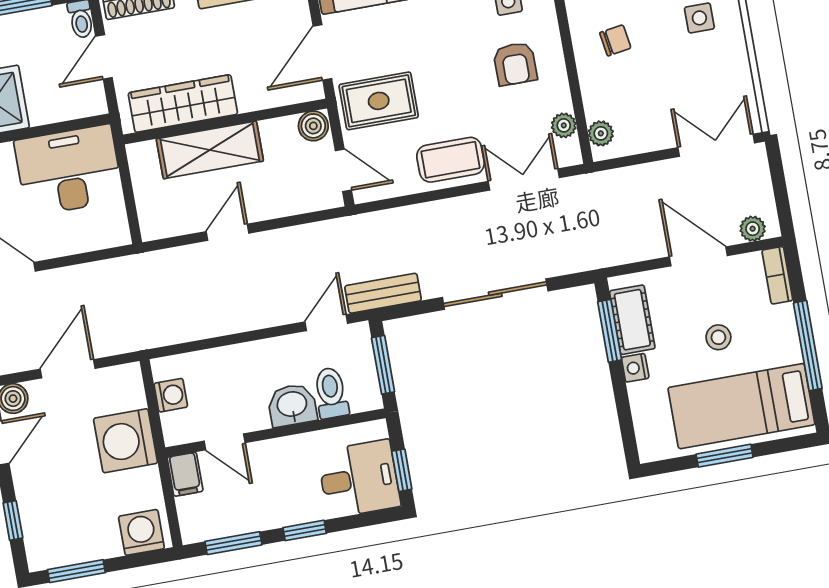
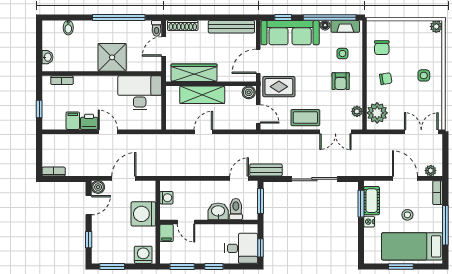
plant: (601, 133) -> (377, 113), width x1.88, depth x1.88
double door: (524, 180) -> (335, 132), swing flipped

